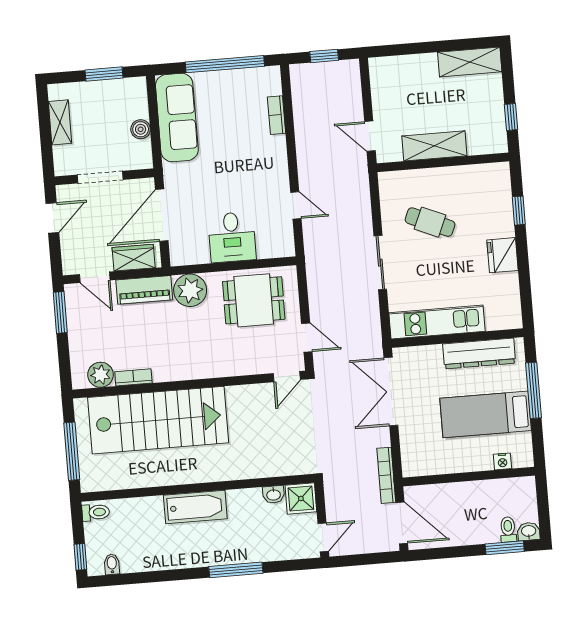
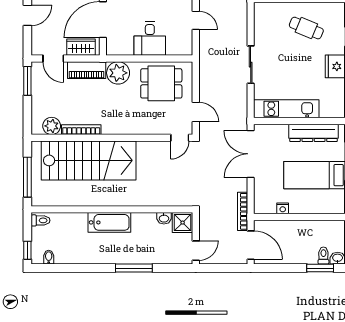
cafe table: (430, 222) -> (306, 28), moved
bookcase: (133, 377) -> (81, 130), width x1.56
nightstand: (502, 461) -> (283, 208), moved

